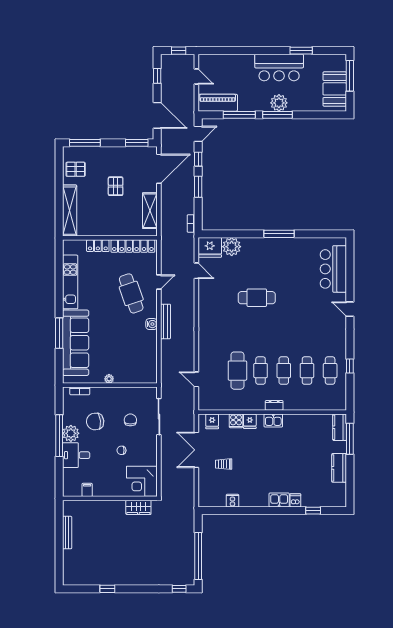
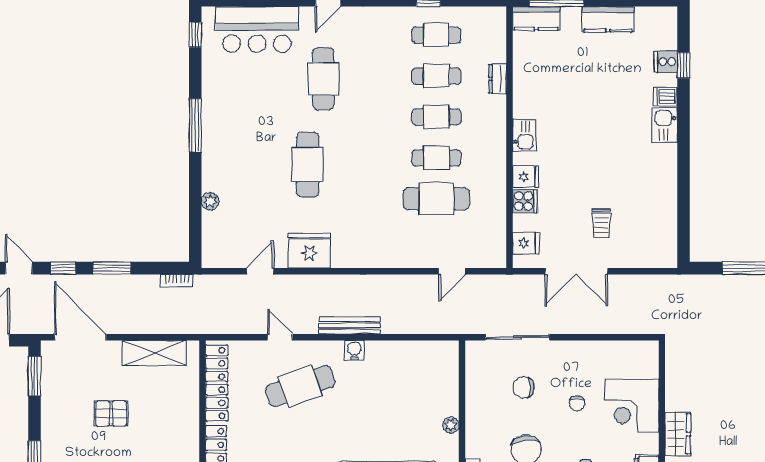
window: (330, 234) -> (195, 35), added
fridge: (210, 247) -> (309, 251), moved, turned -90
plant: (232, 247) -> (210, 201), width x0.53, depth x0.53
cafe table: (305, 306) -> (323, 79), added
dresser: (274, 405) -> (498, 79), moved
corner desk: (142, 481) -> (632, 406), moved, turned 90
cooker: (232, 501) -> (666, 62), moved
wardrobe: (138, 507) -> (678, 434), moved

